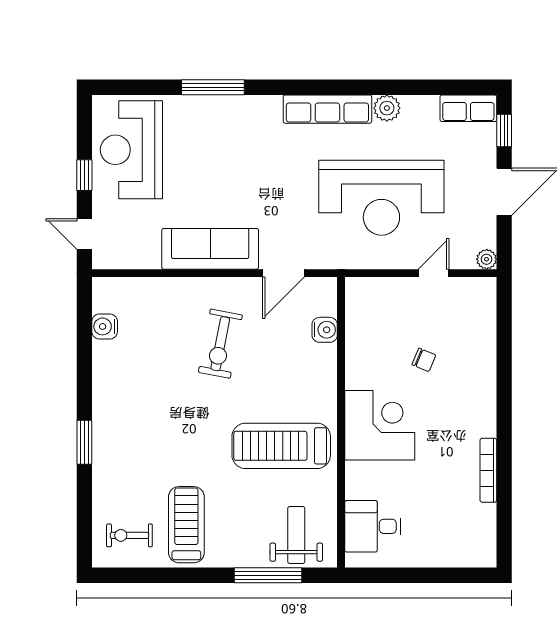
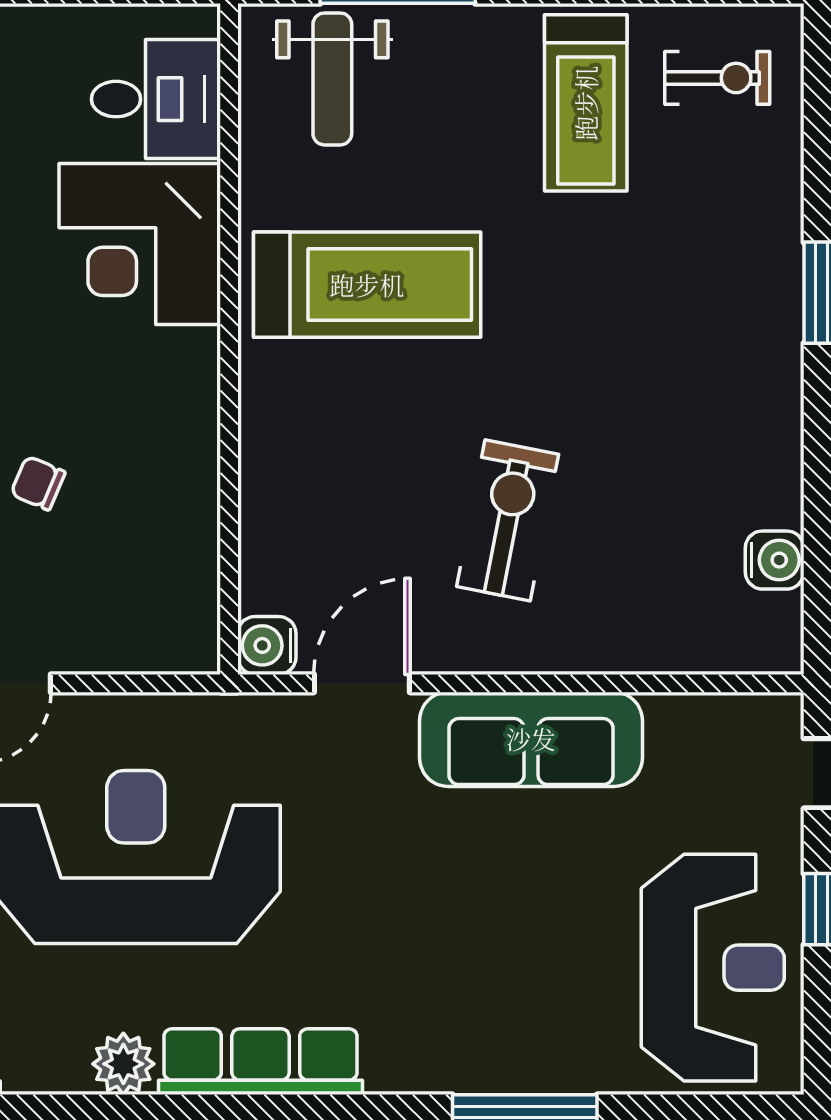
water cooler: (325, 330) -> (267, 645), moved
corner desk: (380, 425) -> (140, 244), moved

